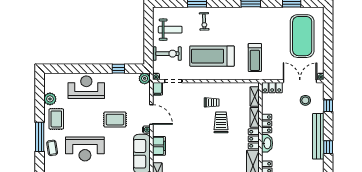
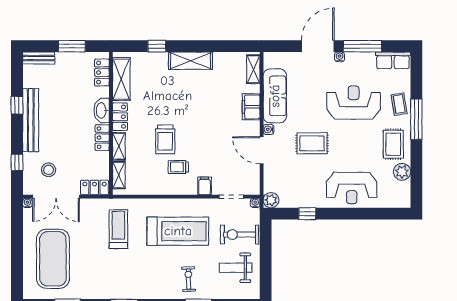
filing cabinet: (158, 89) -> (205, 186), moved

